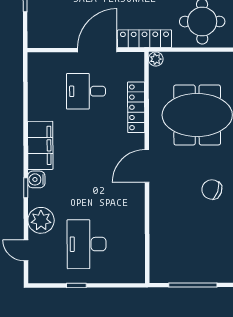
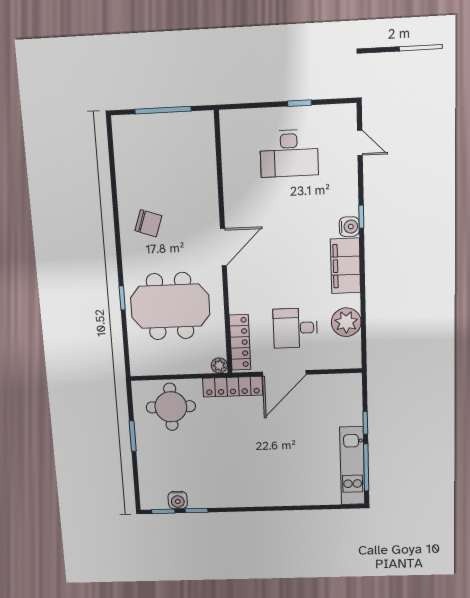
desk: (86, 91) -> (295, 328), turned 180
locker: (136, 107) -> (240, 342), moved
plant: (41, 220) -> (346, 322), moved
desk: (87, 244) -> (289, 153), turned 90

